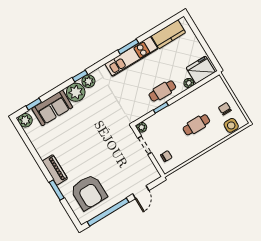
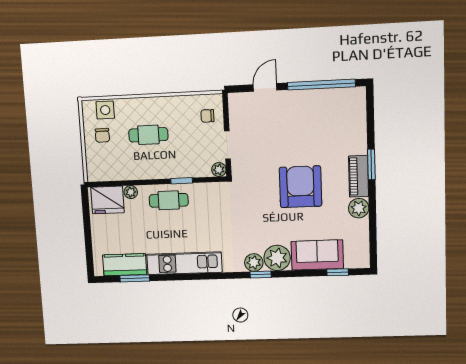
window: (128, 47) -> (135, 278), moved
plant: (25, 120) -> (359, 208), moved
window: (57, 190) -> (371, 164), moved
armchair: (89, 192) -> (300, 187), moved

